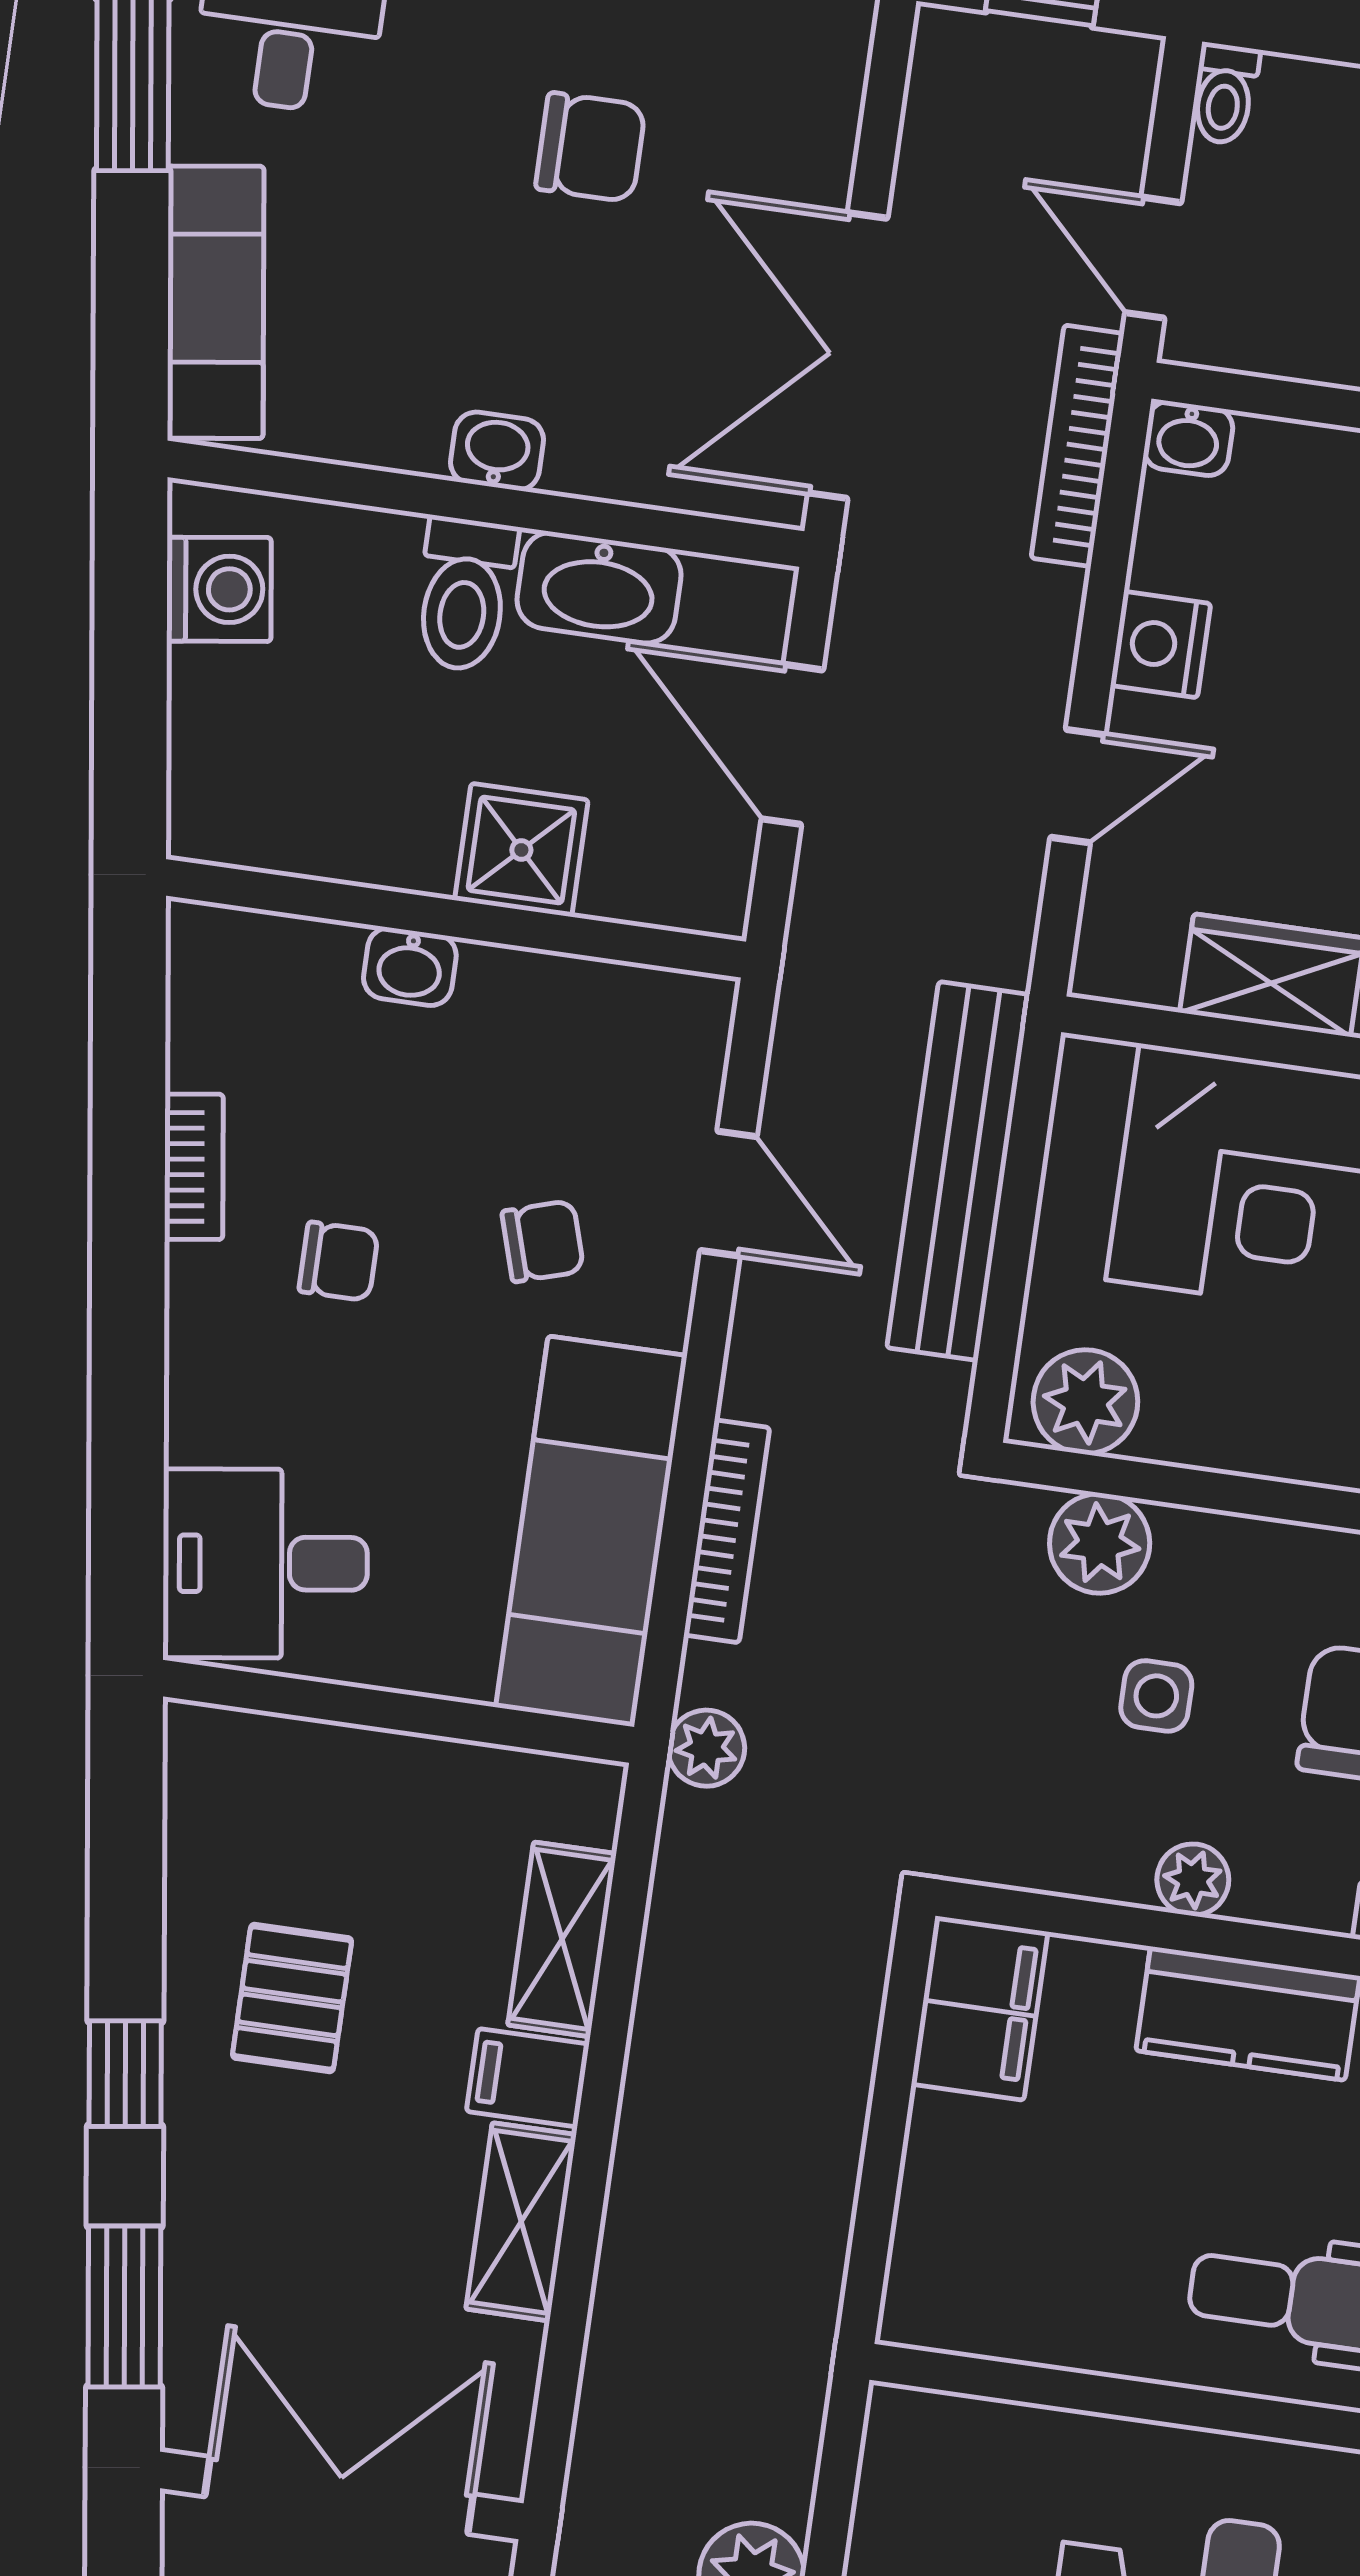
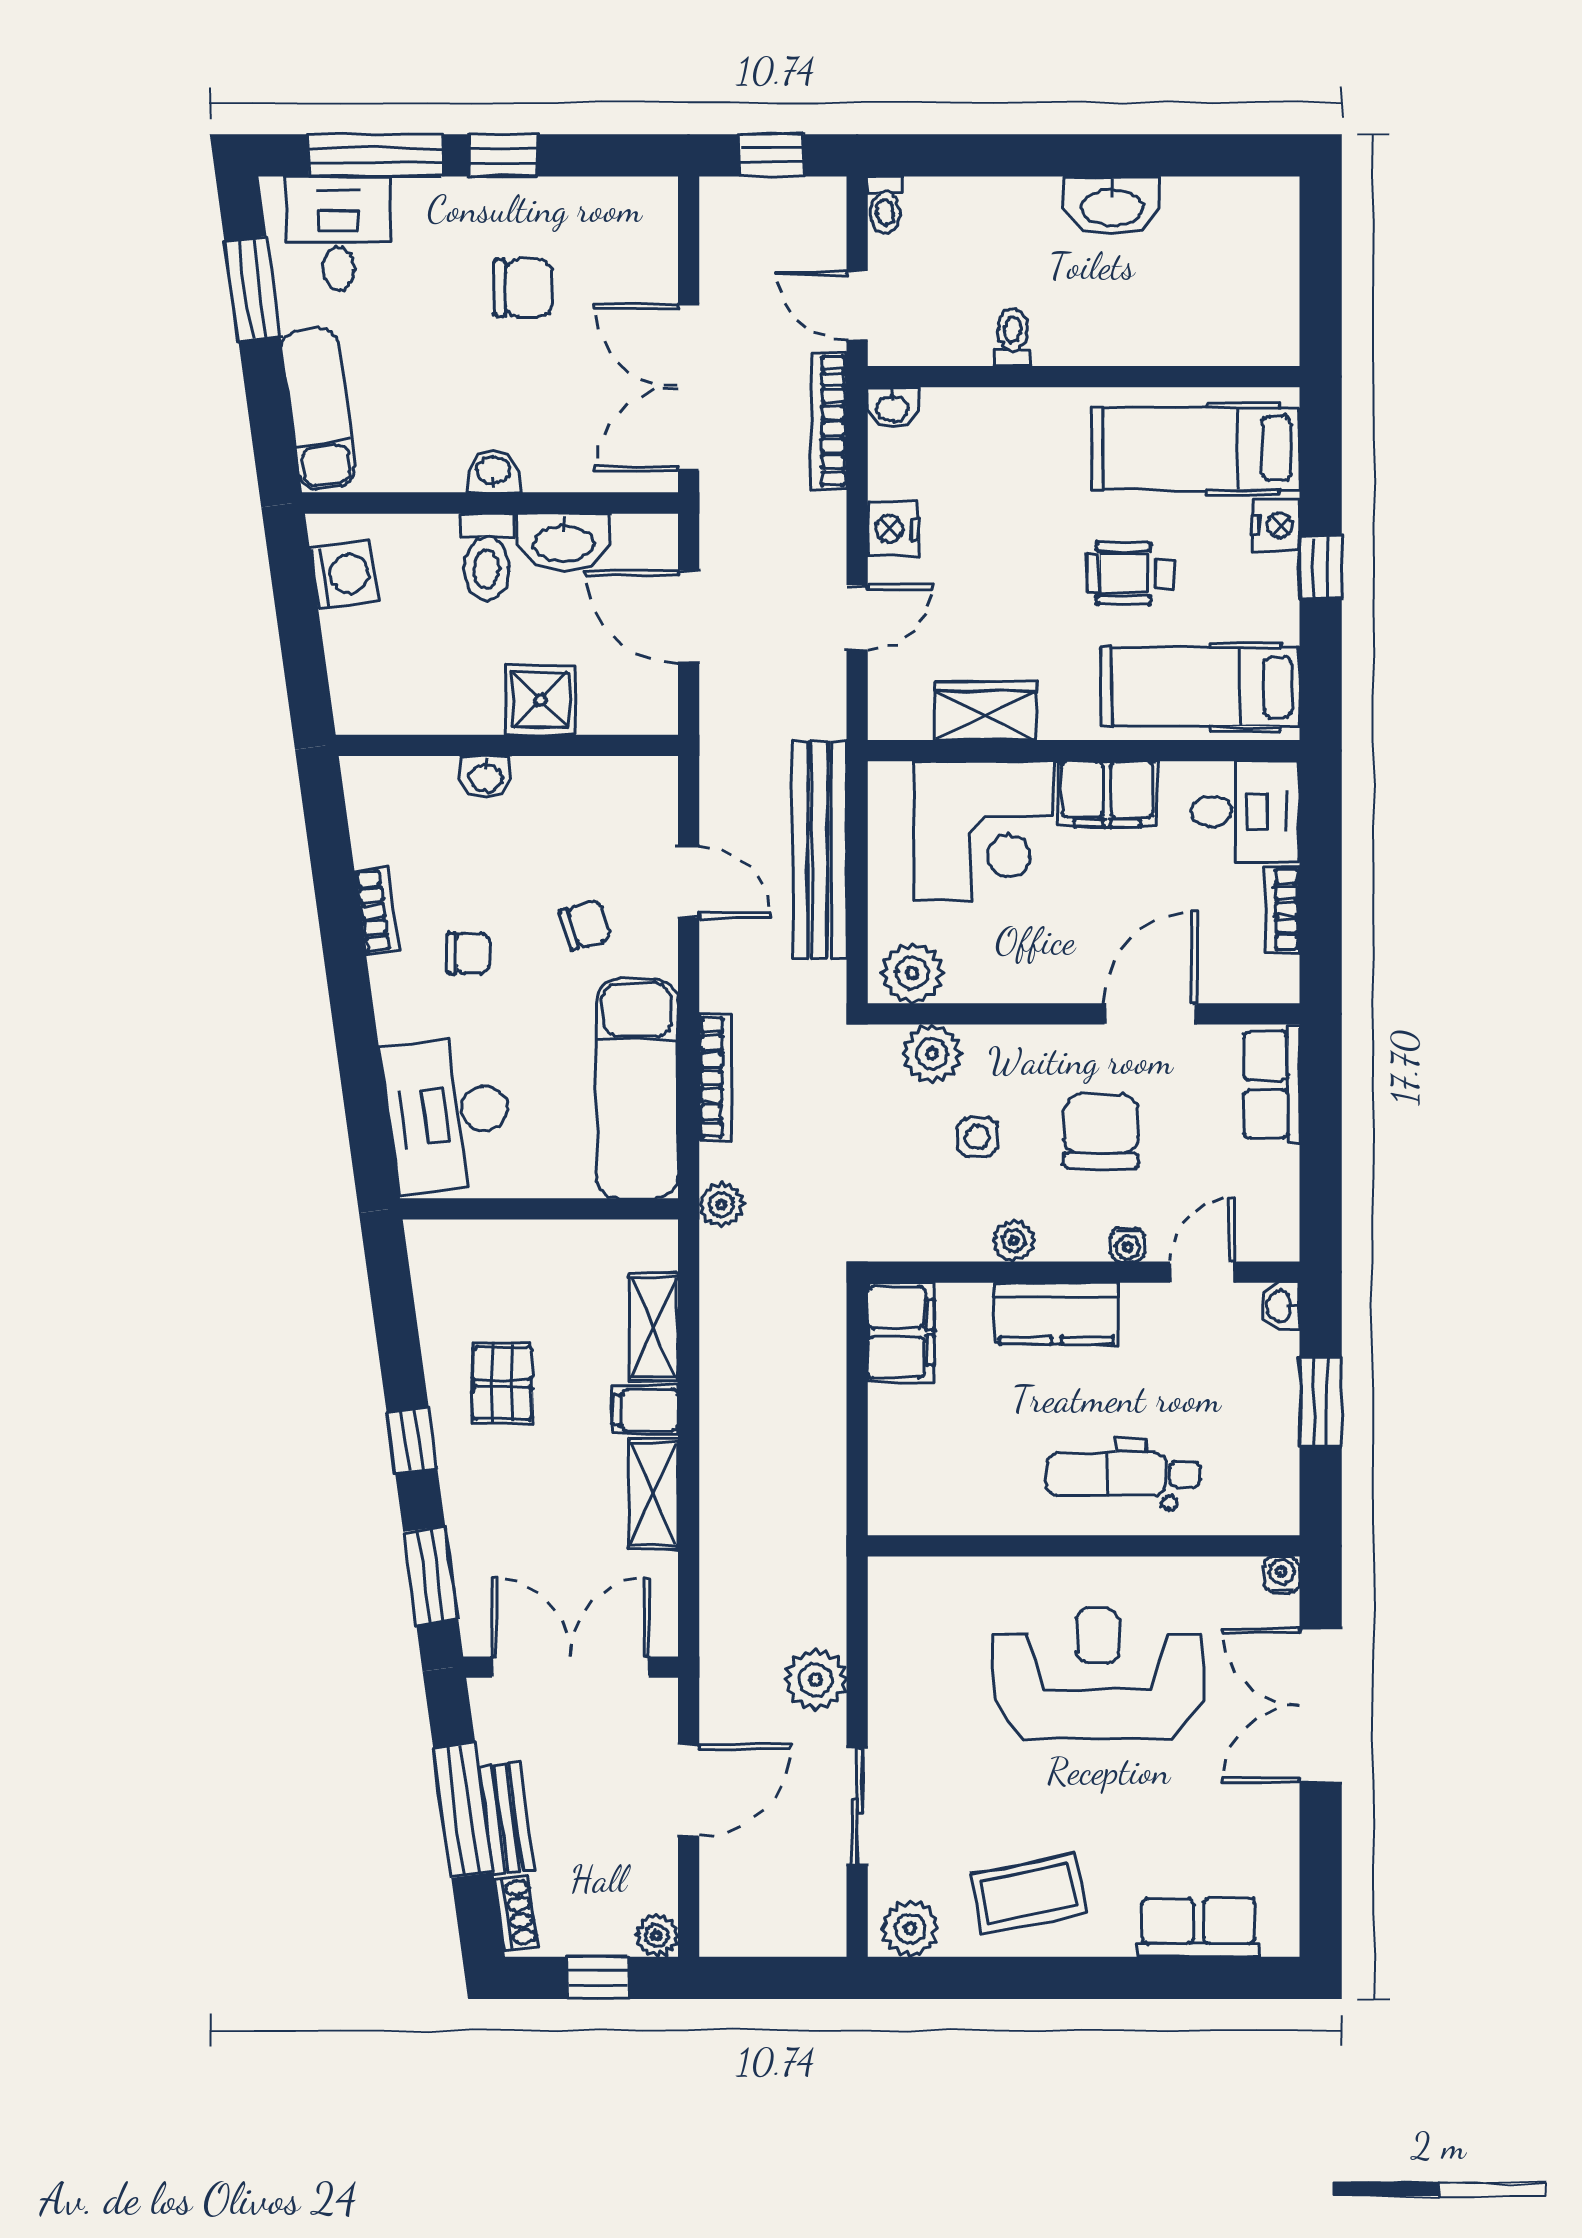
desk: (265, 1564) -> (448, 1114), width x1.37

